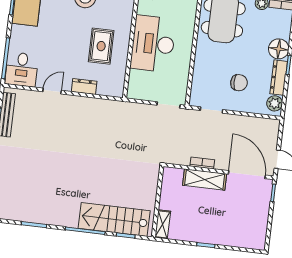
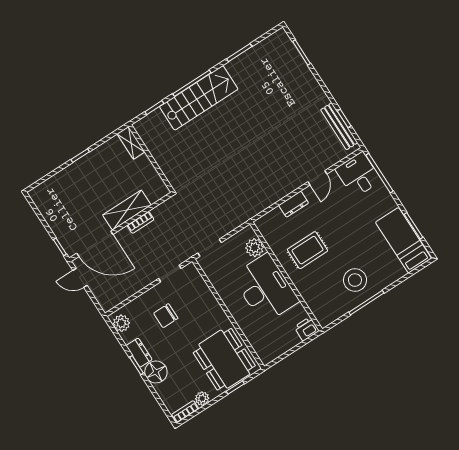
rug: (101, 46) -> (308, 250), turned 90
dresser: (279, 78) -> (139, 353), width x0.70
plant: (137, 79) -> (255, 248), added
stairs: (114, 219) -> (199, 98), moved

